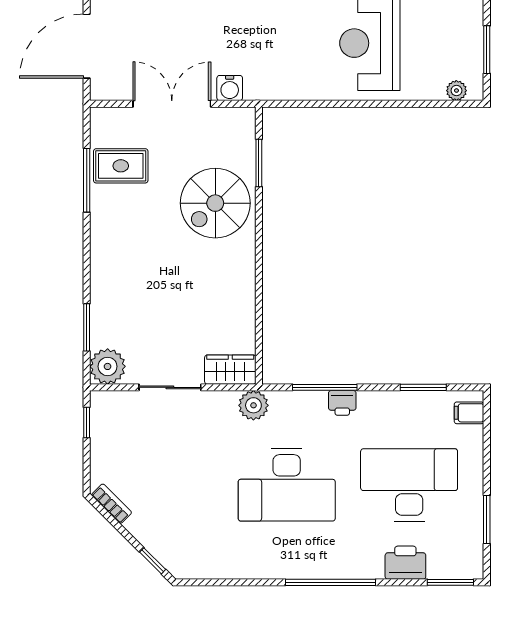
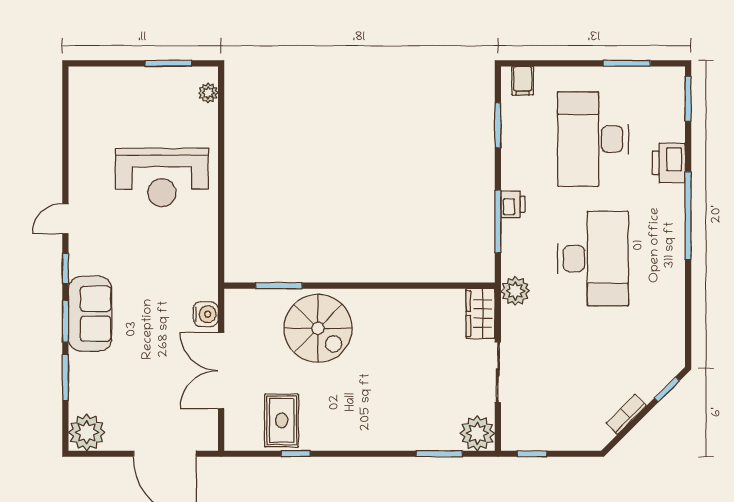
window: (87, 180) -> (296, 454), width x0.46
bookcase: (112, 504) -> (626, 414), moved
printer: (405, 563) -> (669, 163), moved

